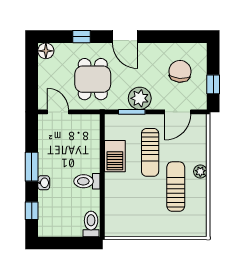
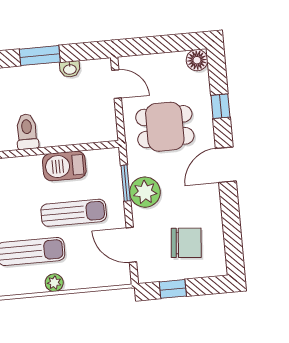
door: (58, 112) -> (116, 84), hinge flipped
sun lounger: (150, 152) -> (74, 213), turned 180
washbasin: (44, 183) -> (70, 69), moved

